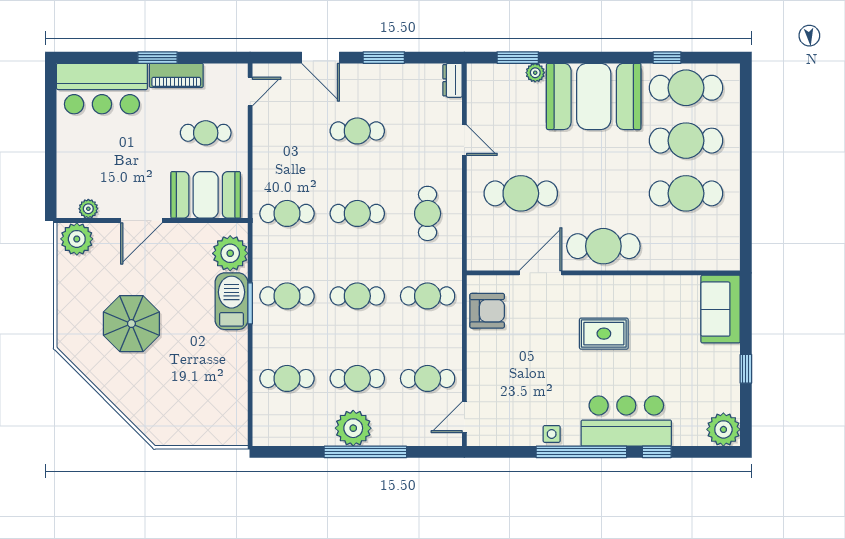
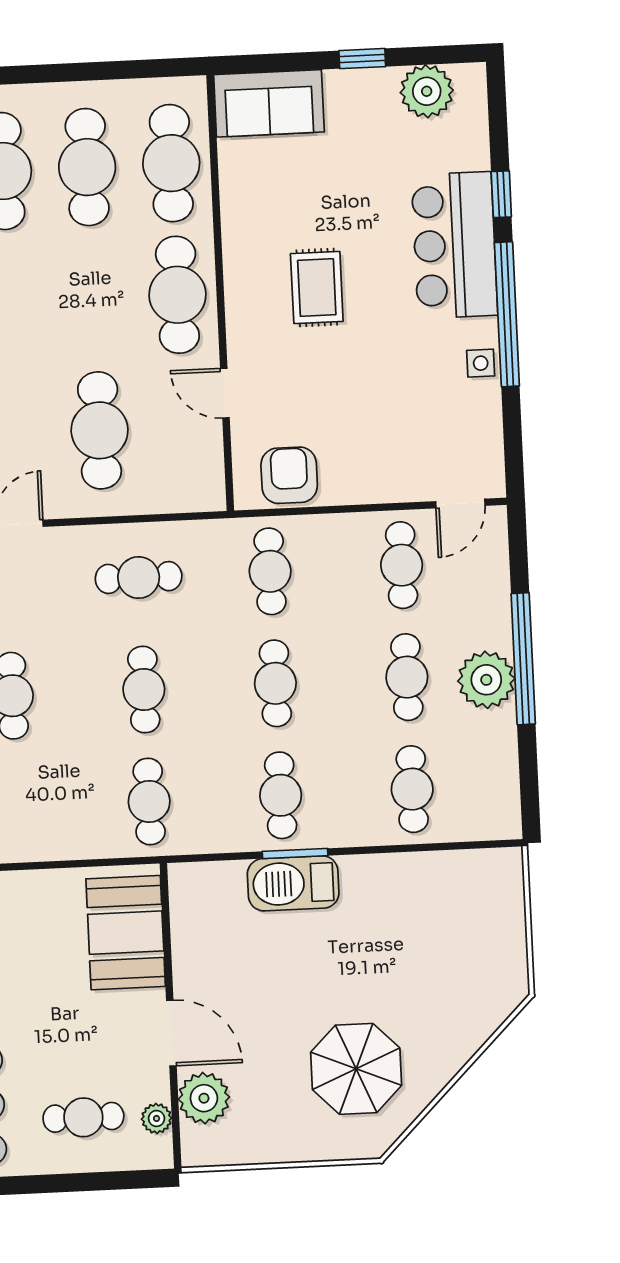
cafe table: (206, 133) -> (83, 1117), moved, turned 90
plant: (77, 239) -> (204, 1098), moved
cafe table: (686, 246) -> (171, 163), added
plant: (230, 253) -> (217, 889), removed
door: (540, 273) -> (225, 393), width x0.73
parasol: (131, 324) -> (356, 1069), moved
door: (464, 417) -> (460, 503), hinge flipped
plant: (723, 429) -> (427, 91), moved

